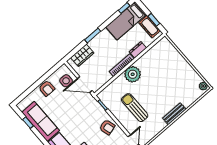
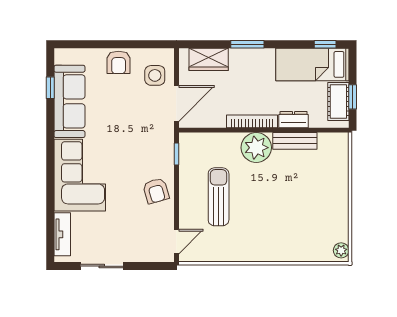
door: (85, 85) -> (176, 104), swing flipped
bench: (174, 114) -> (295, 141), moved

